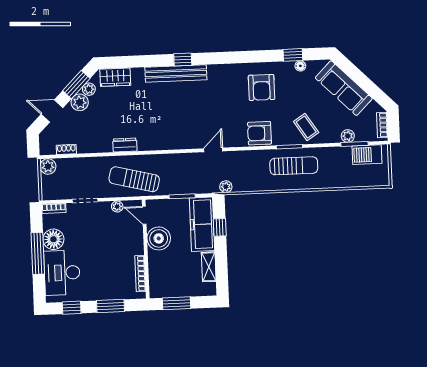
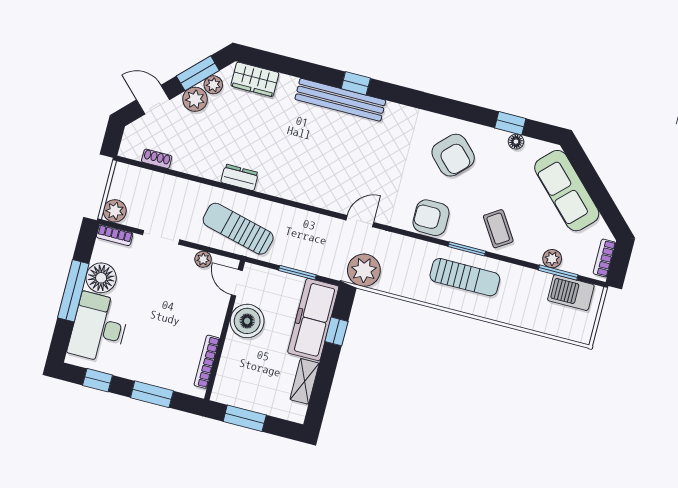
armchair: (261, 87) -> (453, 155), turned -45
plant: (48, 166) -> (115, 211), moved
plant: (226, 187) -> (364, 270), width x1.87, depth x1.87

